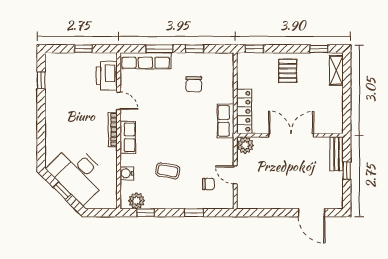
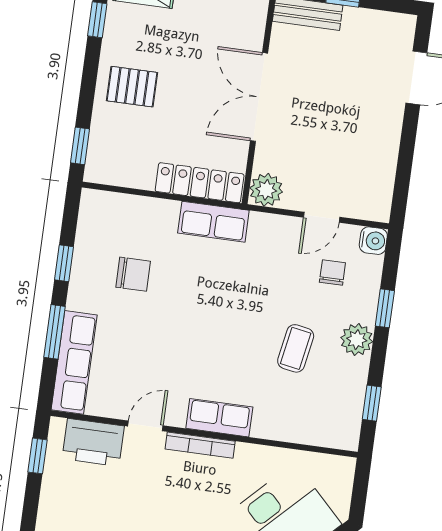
window: (83, 49) -> (38, 456), moved
water cooler: (127, 173) -> (373, 241), moved, turned -90
plant: (136, 201) -> (357, 340), moved

